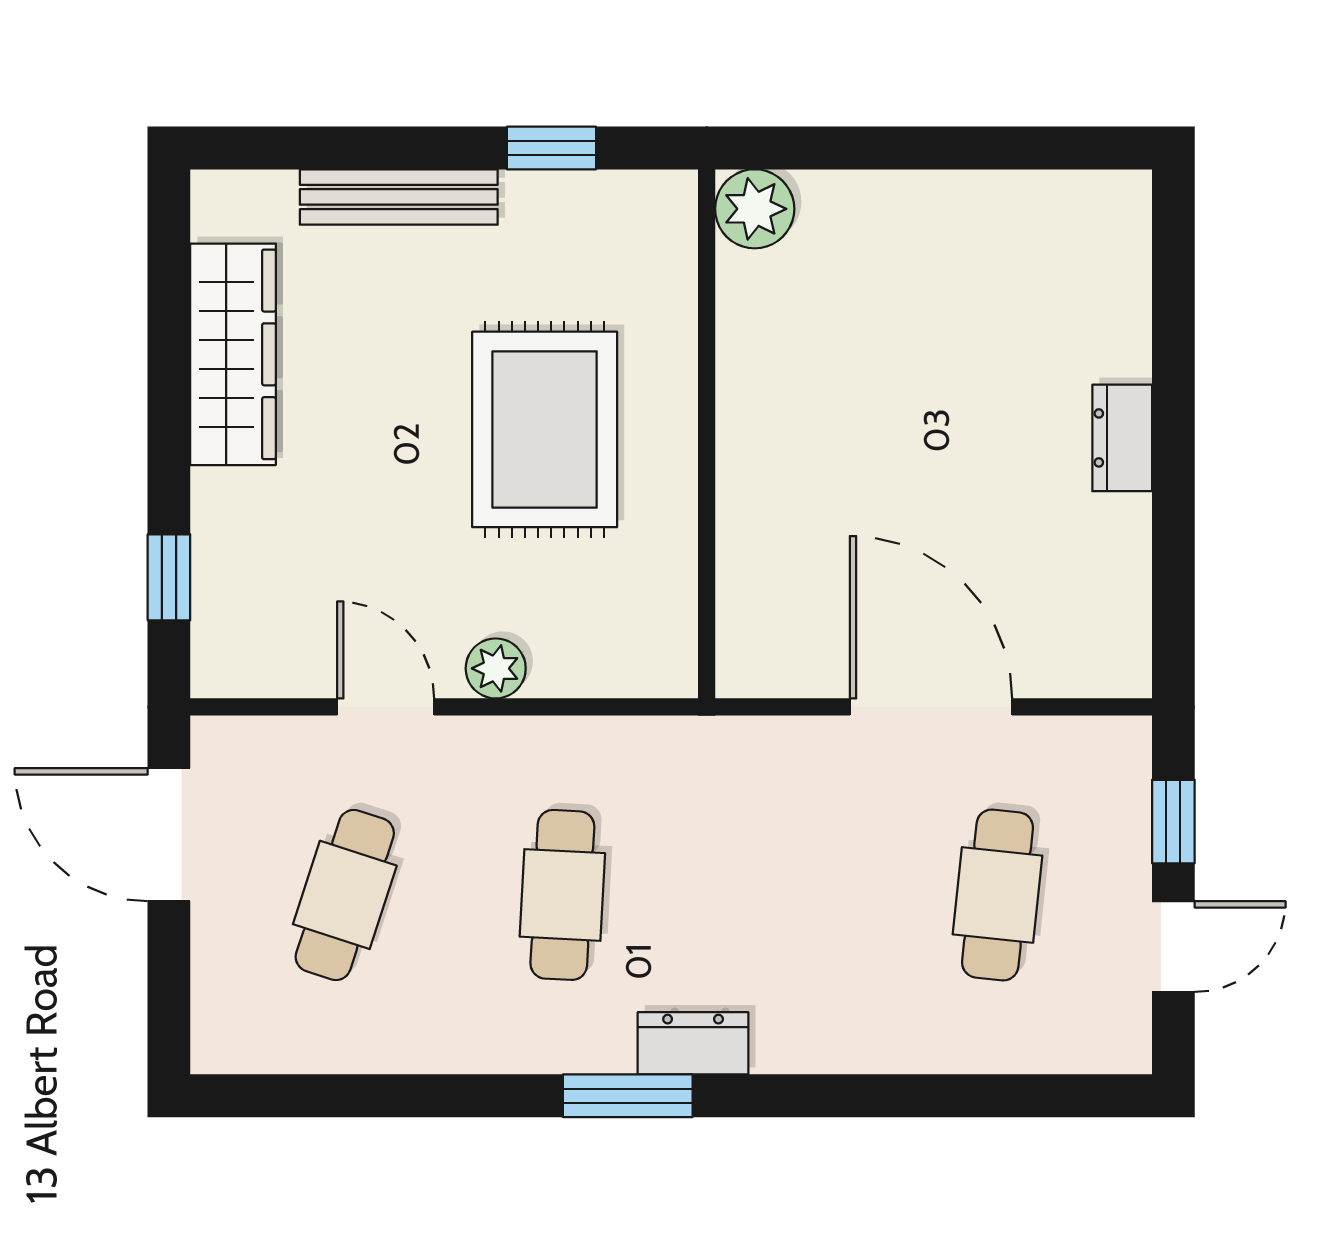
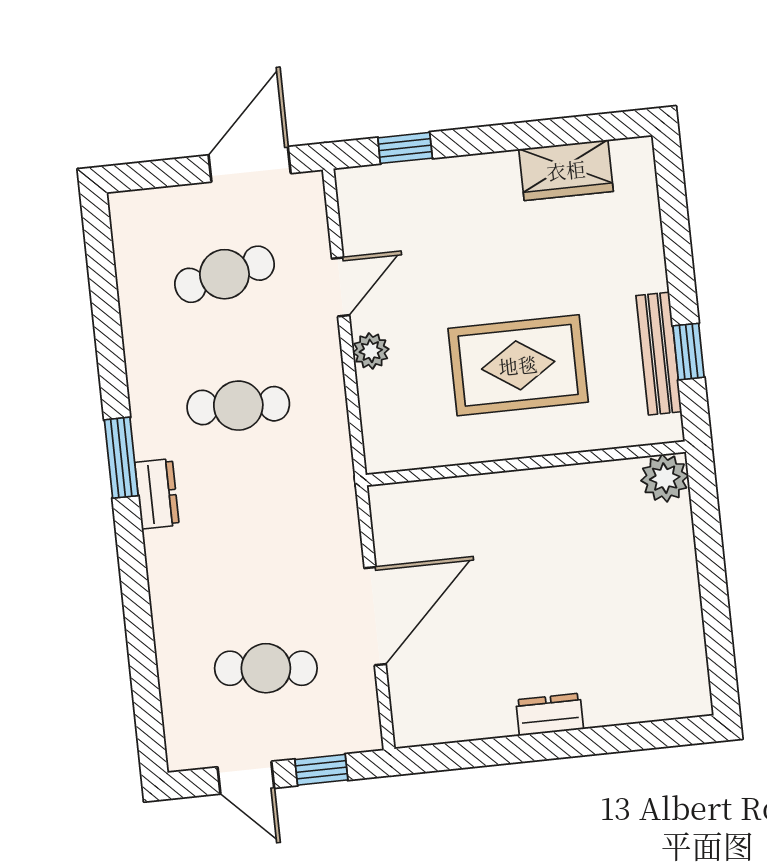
bench: (399, 197) -> (659, 354), moved
wardrobe: (233, 354) -> (566, 170), width x0.67
cafe table: (345, 895) -> (224, 274), turned -30

